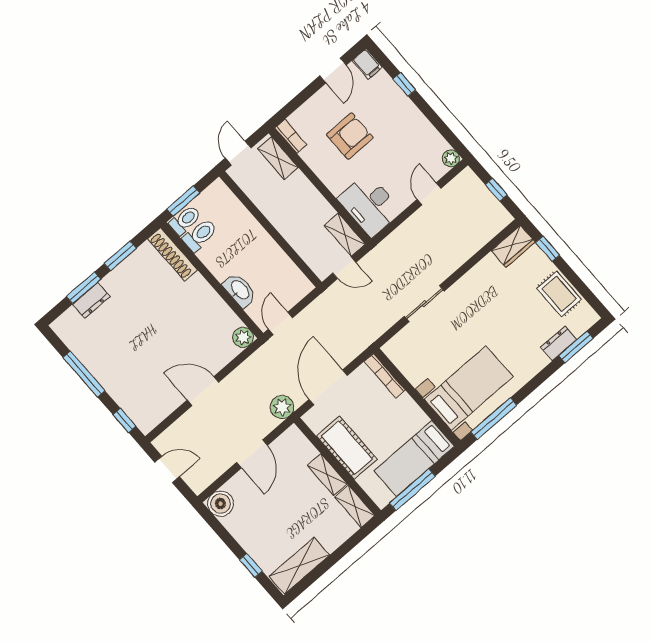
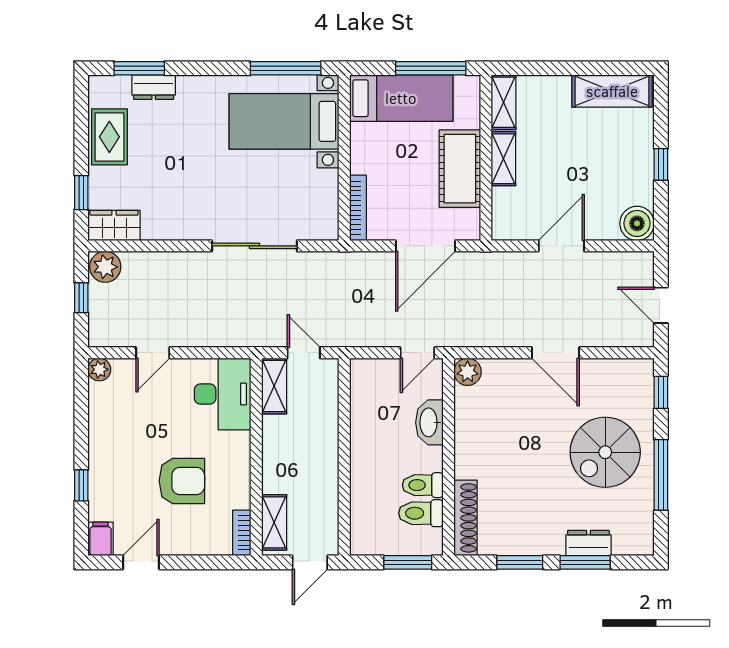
armchair: (350, 136) -> (182, 481), turned 180
toilet: (185, 220) -> (423, 485), moved
sliding door: (424, 304) -> (254, 246), width x1.37
spiral stairs: (126, 360) -> (605, 452), added
plant: (282, 407) -> (105, 267), moved
window: (251, 565) -> (661, 164), moved

